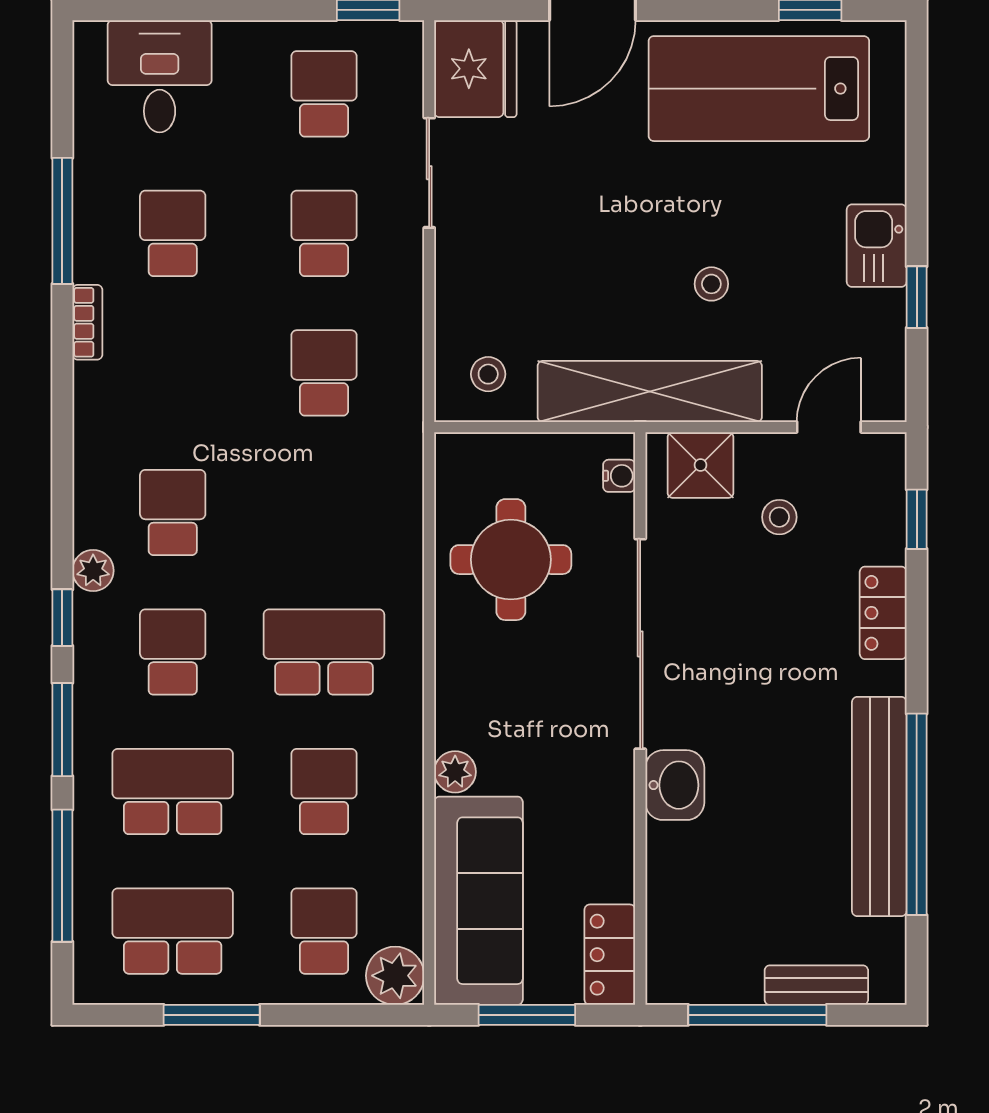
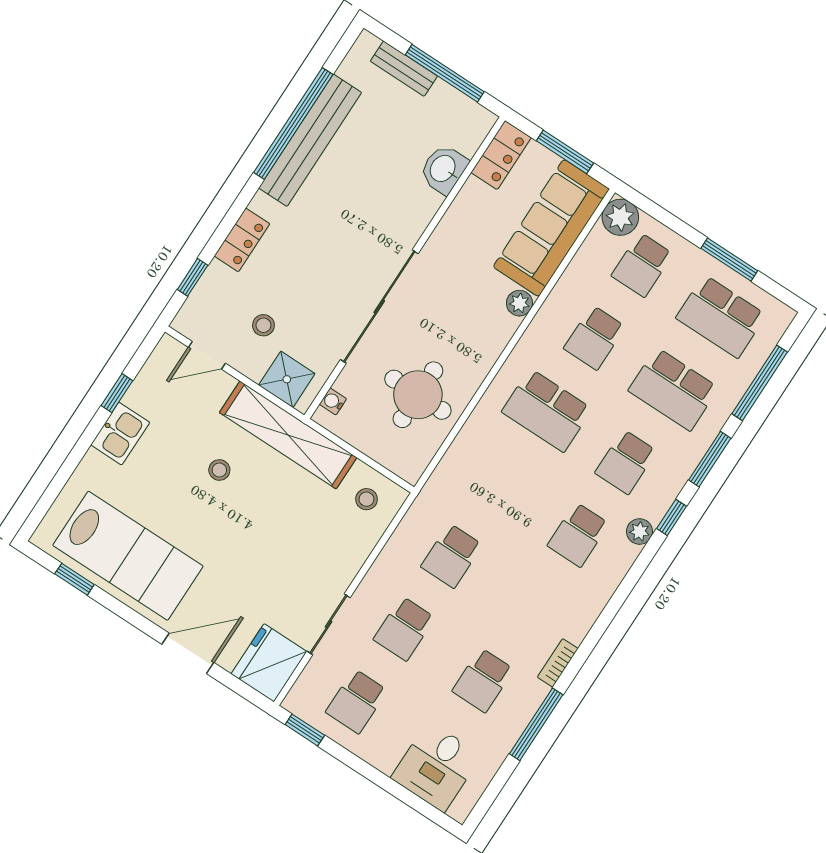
washbasin: (675, 785) -> (444, 169), moved

